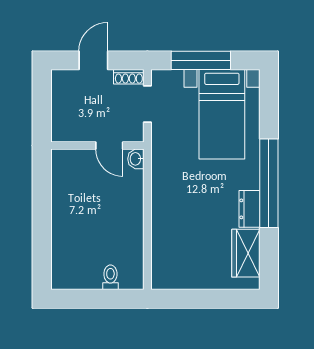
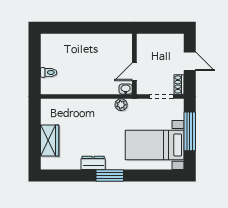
plant: (160, 166) -> (121, 105), added
window: (269, 183) -> (110, 176), width x0.47
wardrobe: (246, 253) -> (50, 141), moved, turned 90

